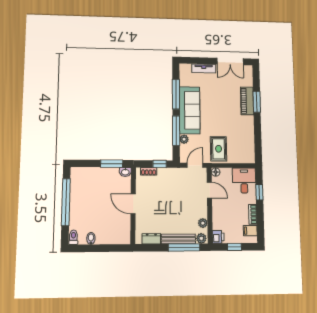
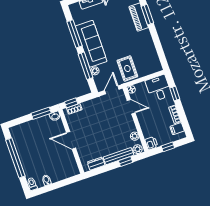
window: (160, 164) -> (71, 103), moved
window: (184, 247) -> (126, 161), width x0.46

